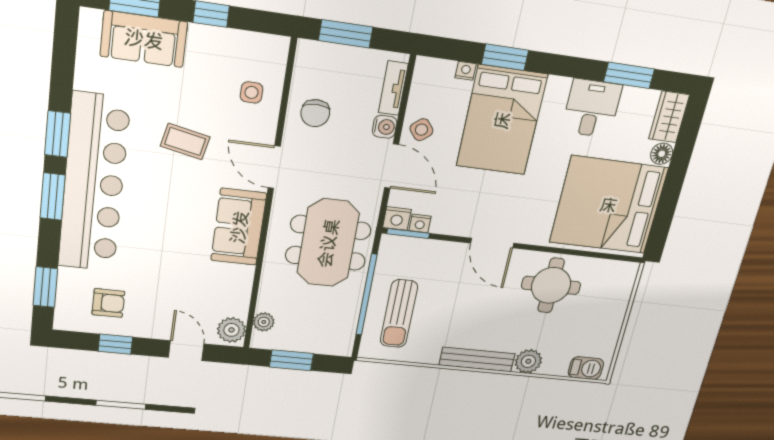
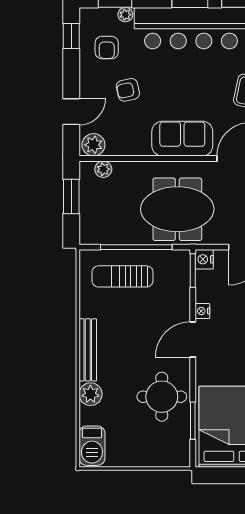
nightstand: (420, 223) -> (202, 311), moved
window: (588, 254) -> (193, 421), added
plant: (67, 277) -> (125, 15), added
armchair: (167, 284) -> (128, 90), added
window: (115, 344) -> (71, 36), moved
barbecue: (586, 368) -> (92, 446), width x1.38, depth x1.27

